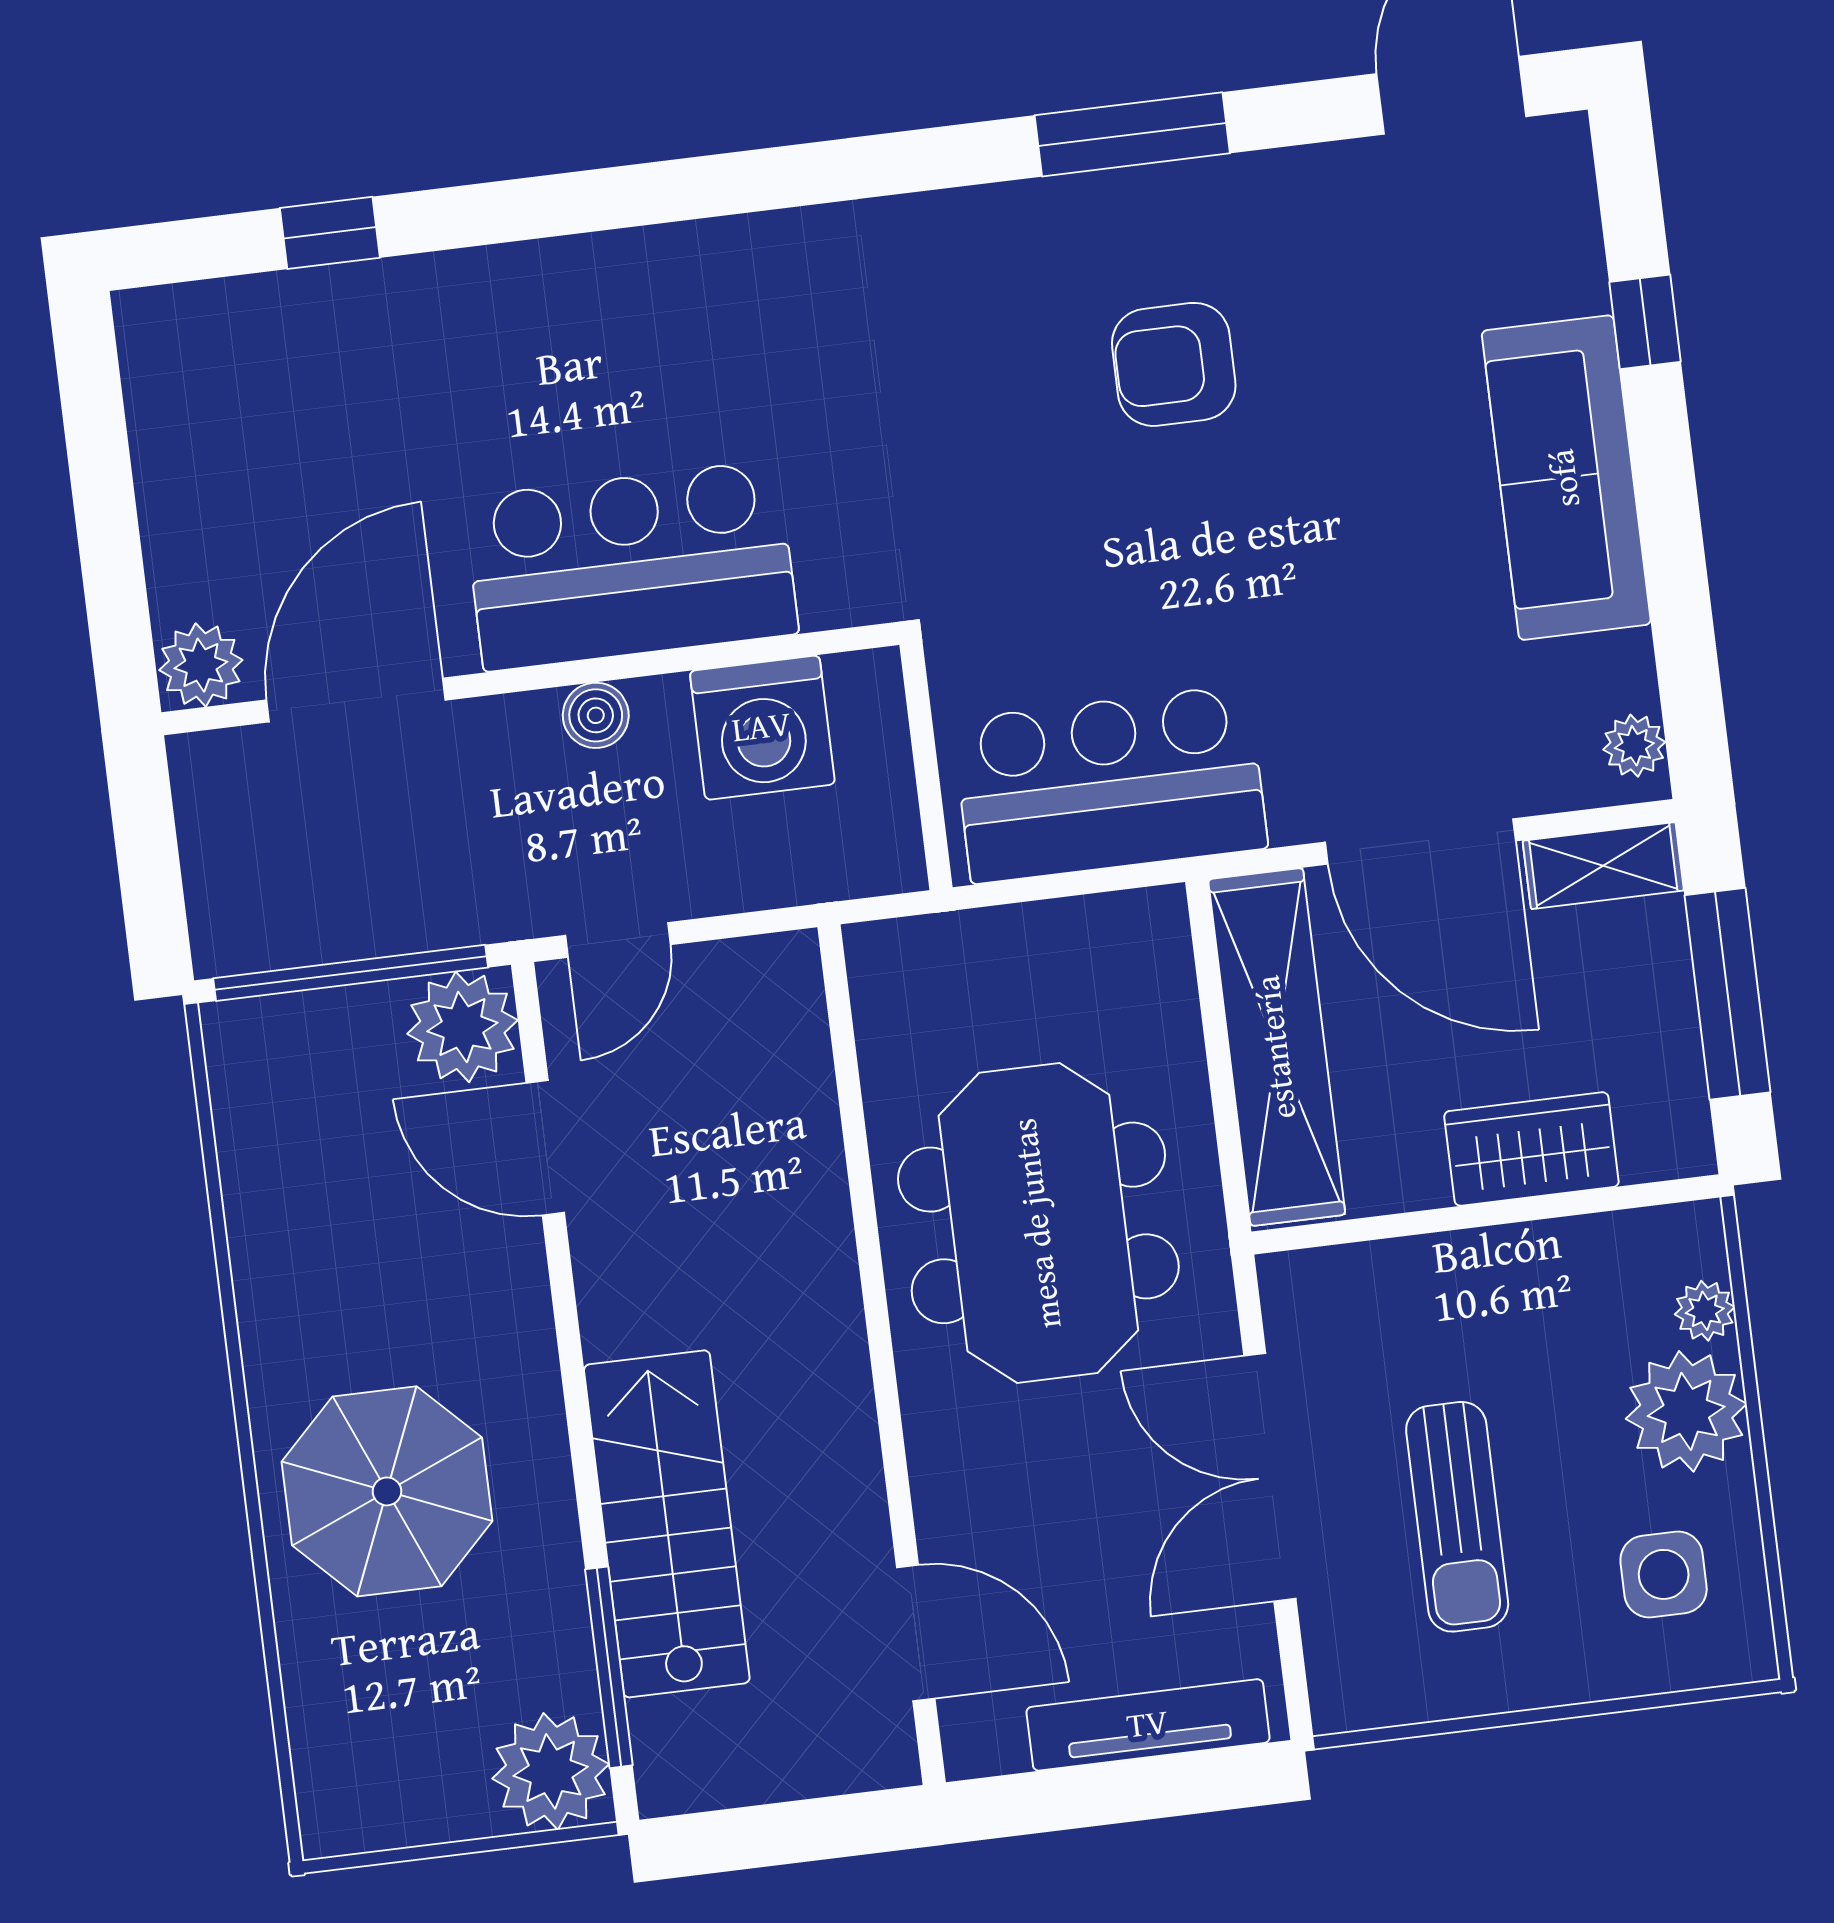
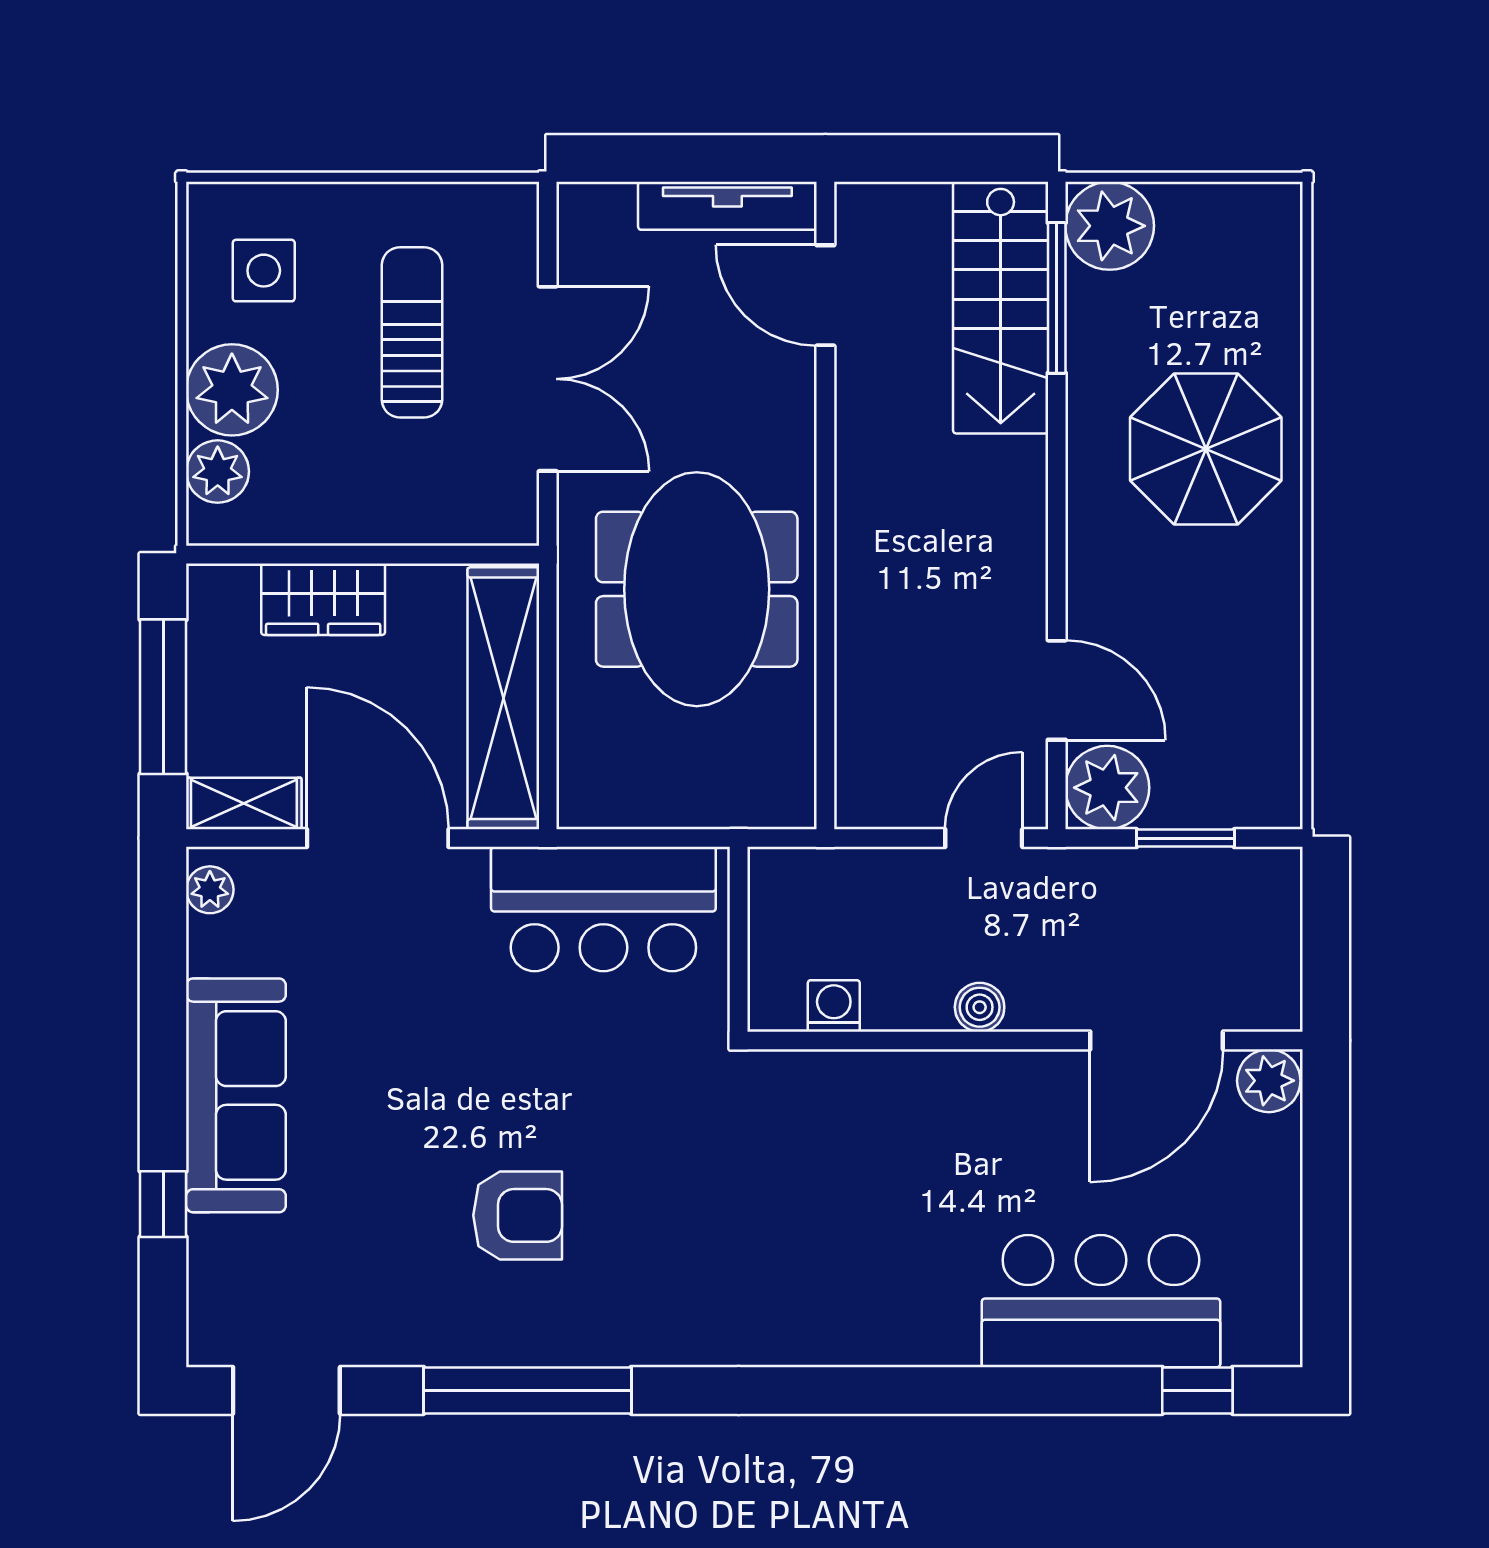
window: (1132, 134) -> (527, 1390), width x1.46
window: (330, 233) -> (1197, 1390), moved
bar counter: (631, 566) -> (1101, 1301), moved, turned 180
washing machine: (762, 728) -> (834, 1006), width x0.53, depth x0.53
window: (351, 973) -> (1185, 838), width x0.47
plant: (1705, 1311) -> (218, 472), width x1.38, depth x1.38
stairs: (667, 1524) -> (1001, 308), moved
tv unit: (1148, 1725) -> (727, 206), moved

